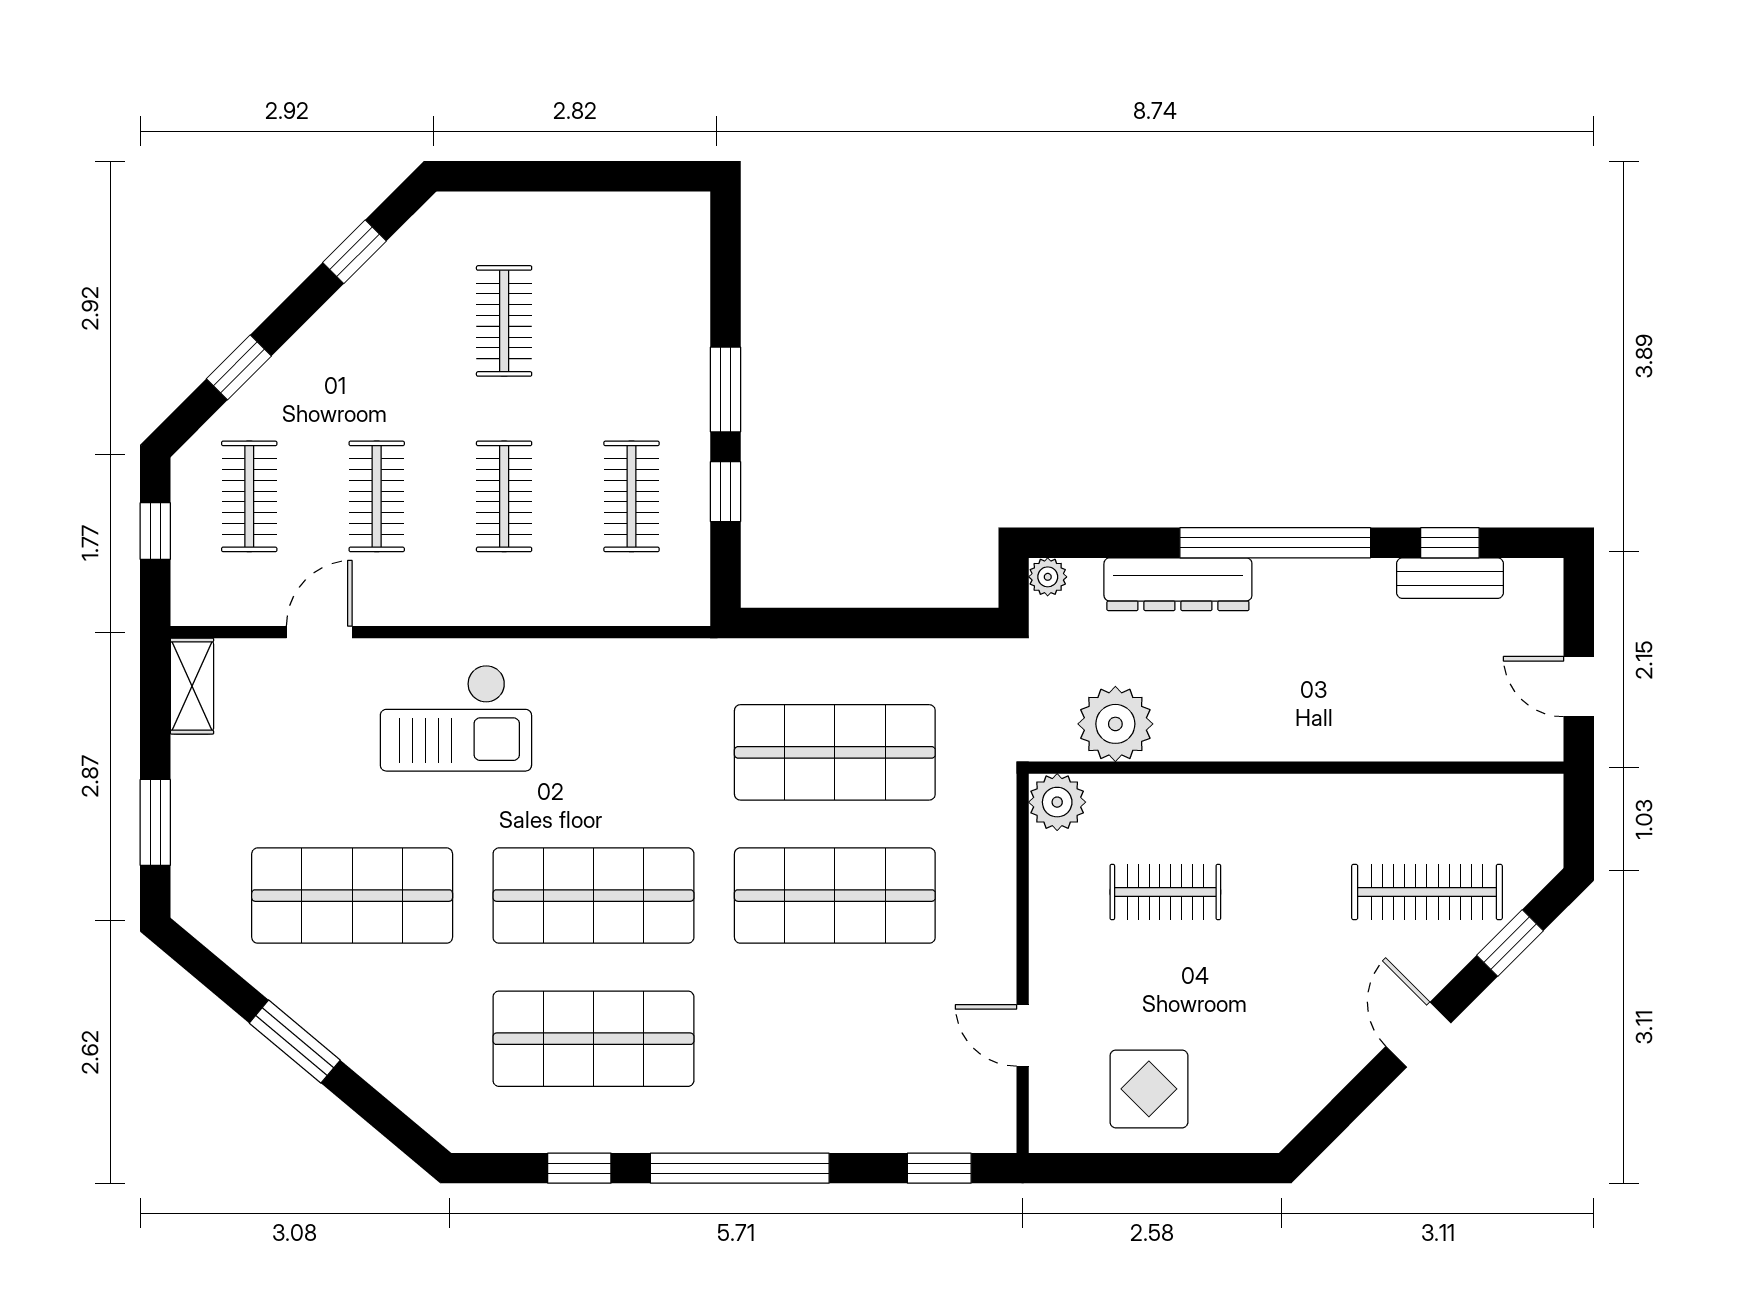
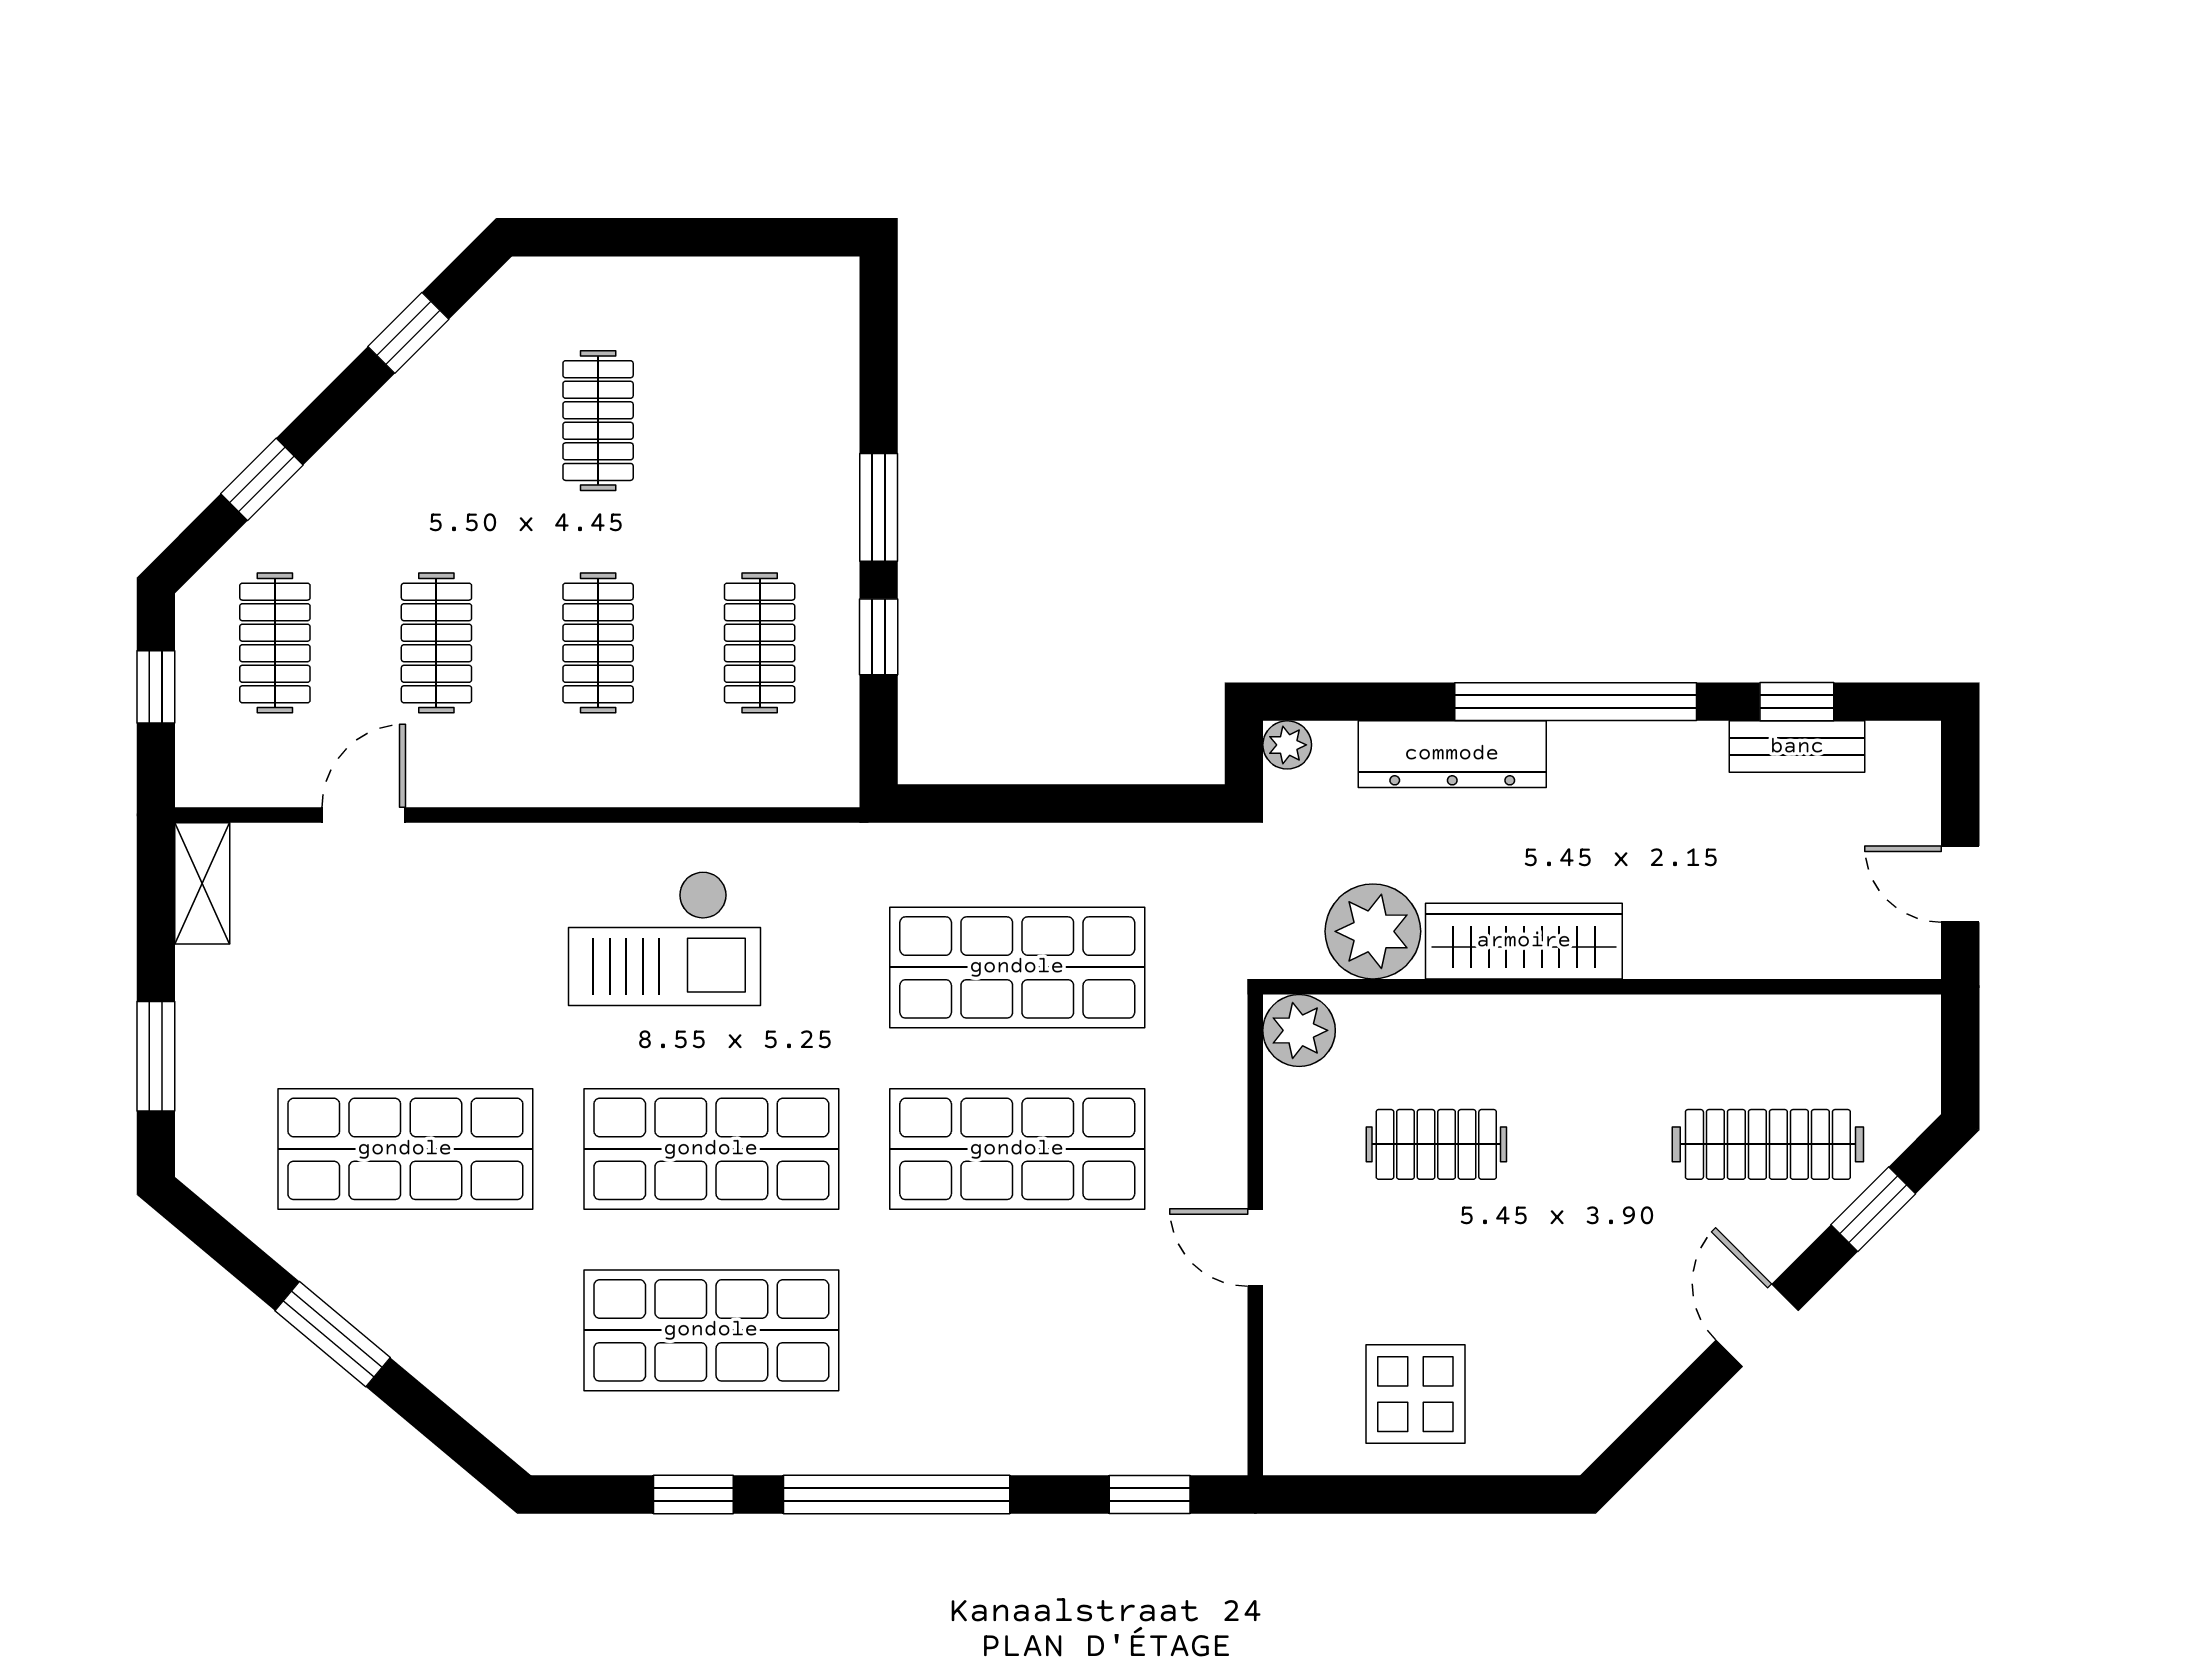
checkout: (456, 718) -> (665, 938), moved
wardrobe: (1235, 732) -> (1524, 941), added
door: (1023, 1035) -> (1255, 1248), moved

